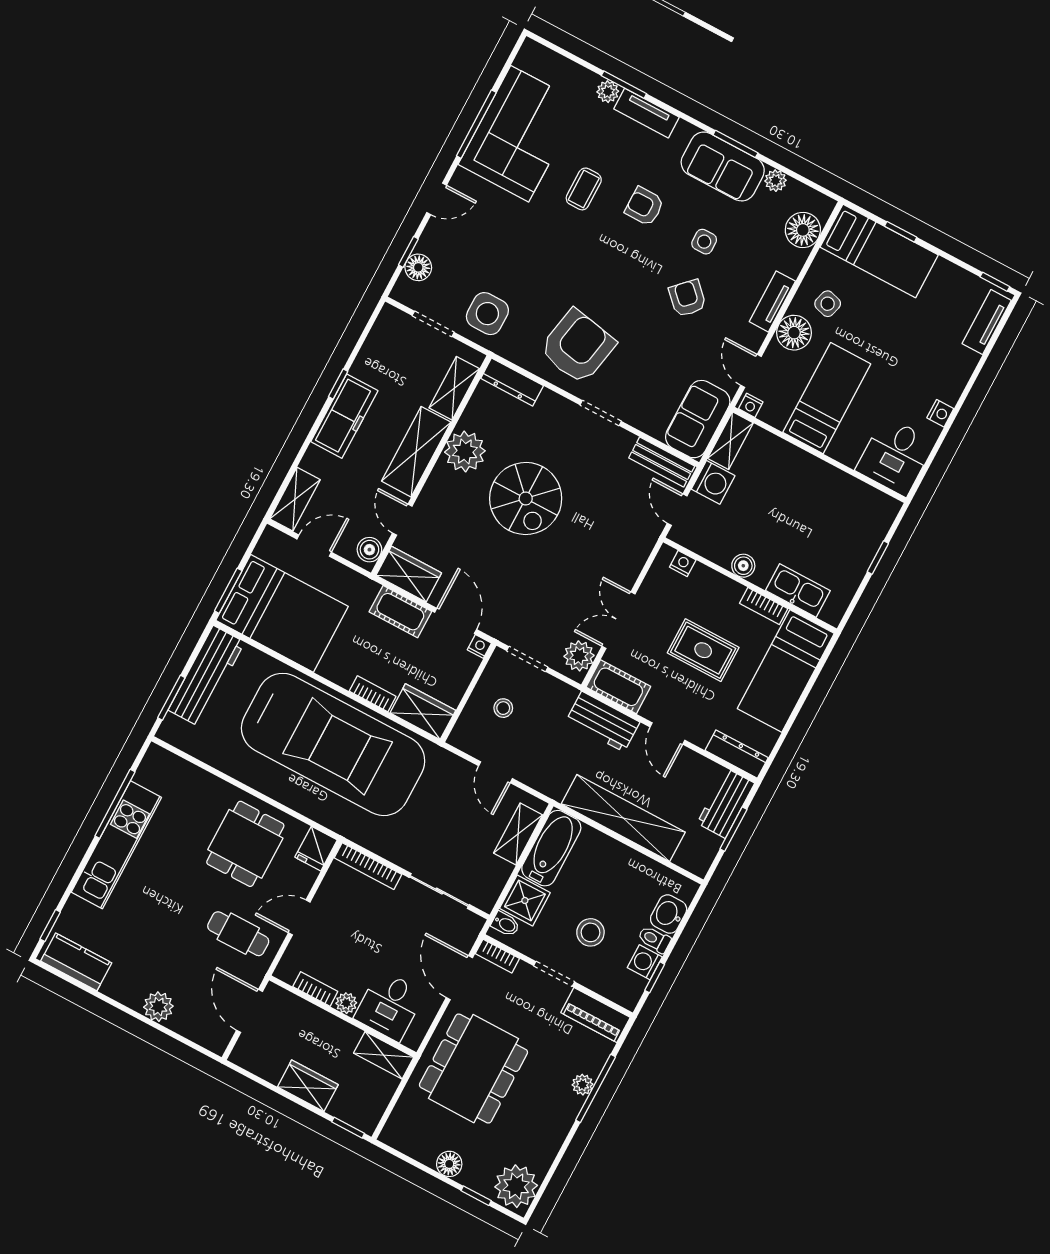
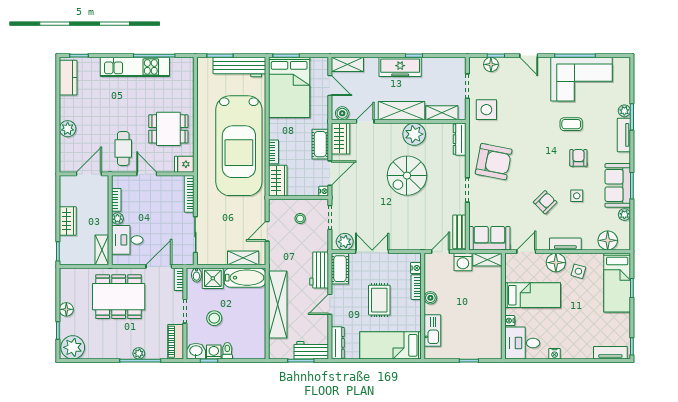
nightstand: (751, 405) -> (510, 321), moved
bookcase: (764, 606) -> (416, 287), moved
washbasin: (669, 914) -> (196, 351), moved

